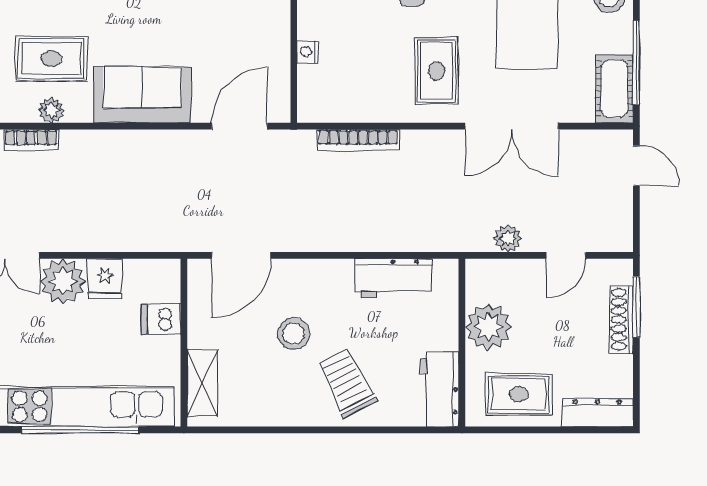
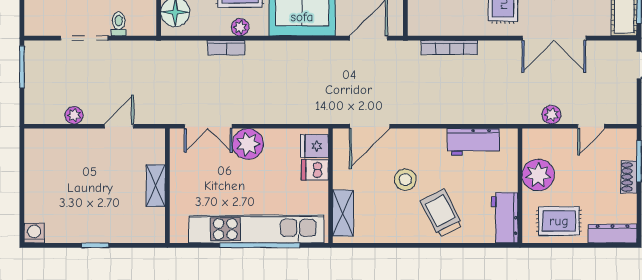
fridge: (105, 279) -> (315, 146), moved, turned 90
shoe rack: (622, 319) -> (629, 177), width x0.70

